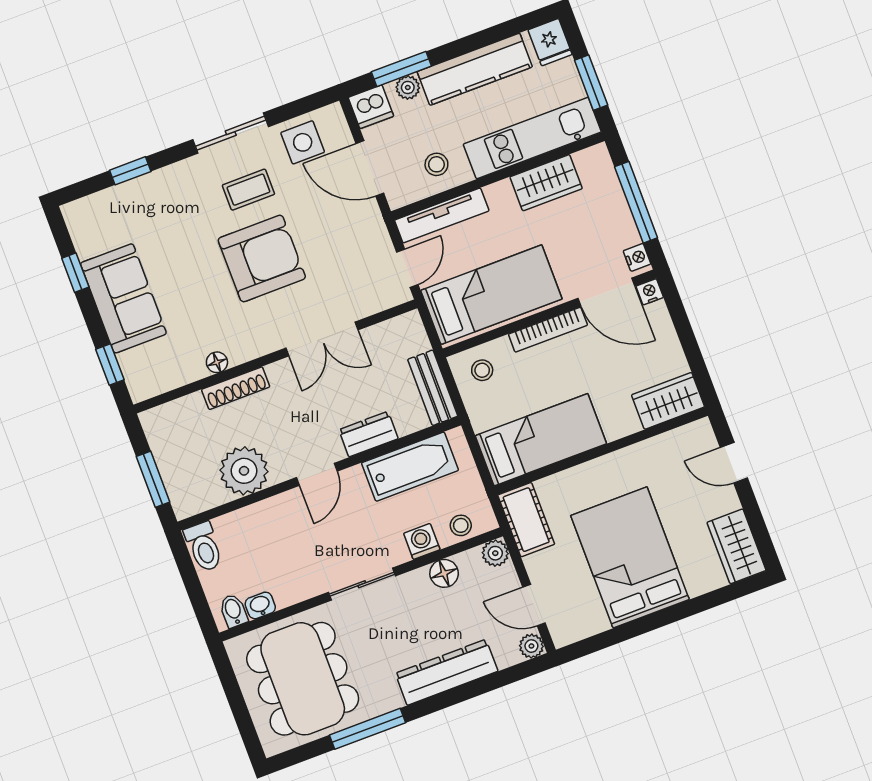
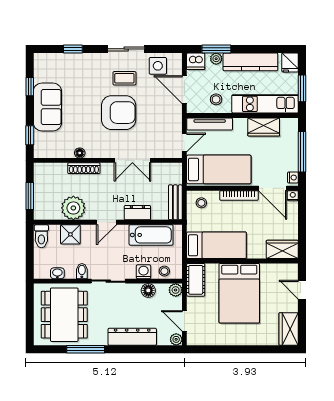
shower: (257, 523) -> (70, 234), added
bed: (630, 557) -> (239, 293), moved, turned 180
bidet: (233, 611) -> (82, 271), moved

